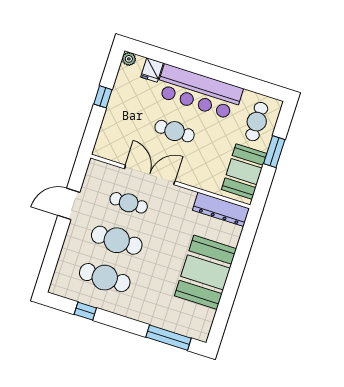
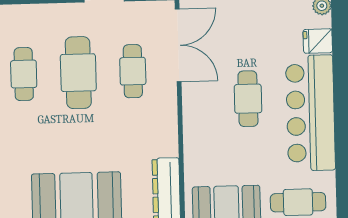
double door: (150, 175) -> (178, 45), moved
cafe table: (105, 278) -> (24, 74), width x0.73, depth x0.74

